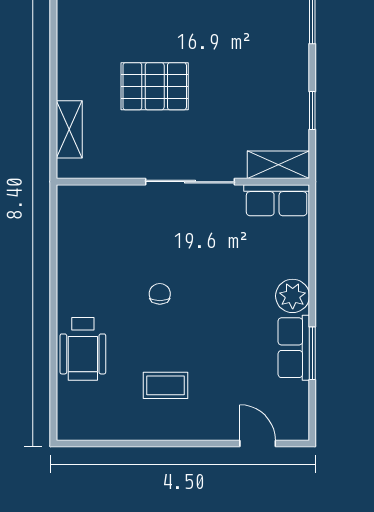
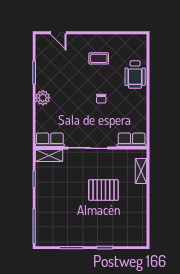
row of seats: (294, 348) -> (132, 140), moved, turned -90
wheelchair: (83, 349) -> (135, 74), turned 180

